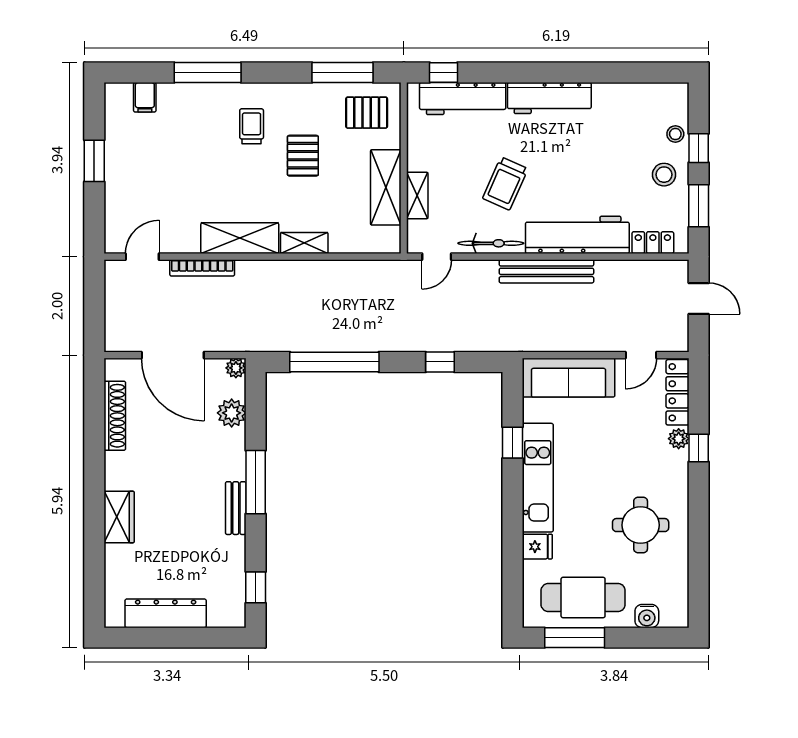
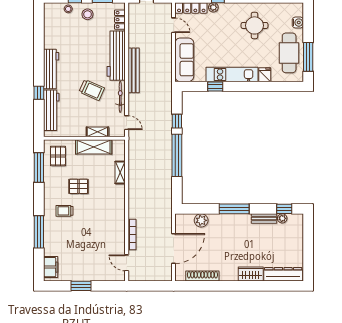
window: (443, 73) -> (39, 93), moved
filing cabinet: (145, 97) -> (51, 267), width x2.00
shelving: (240, 238) -> (118, 216), removed
shelving: (304, 243) -> (120, 173), moved
window: (334, 362) -> (177, 155), moved
plant: (236, 368) -> (282, 218), moved
bench: (236, 508) -> (264, 218), moved
dresser: (166, 613) -> (283, 274), moved, turned 90

